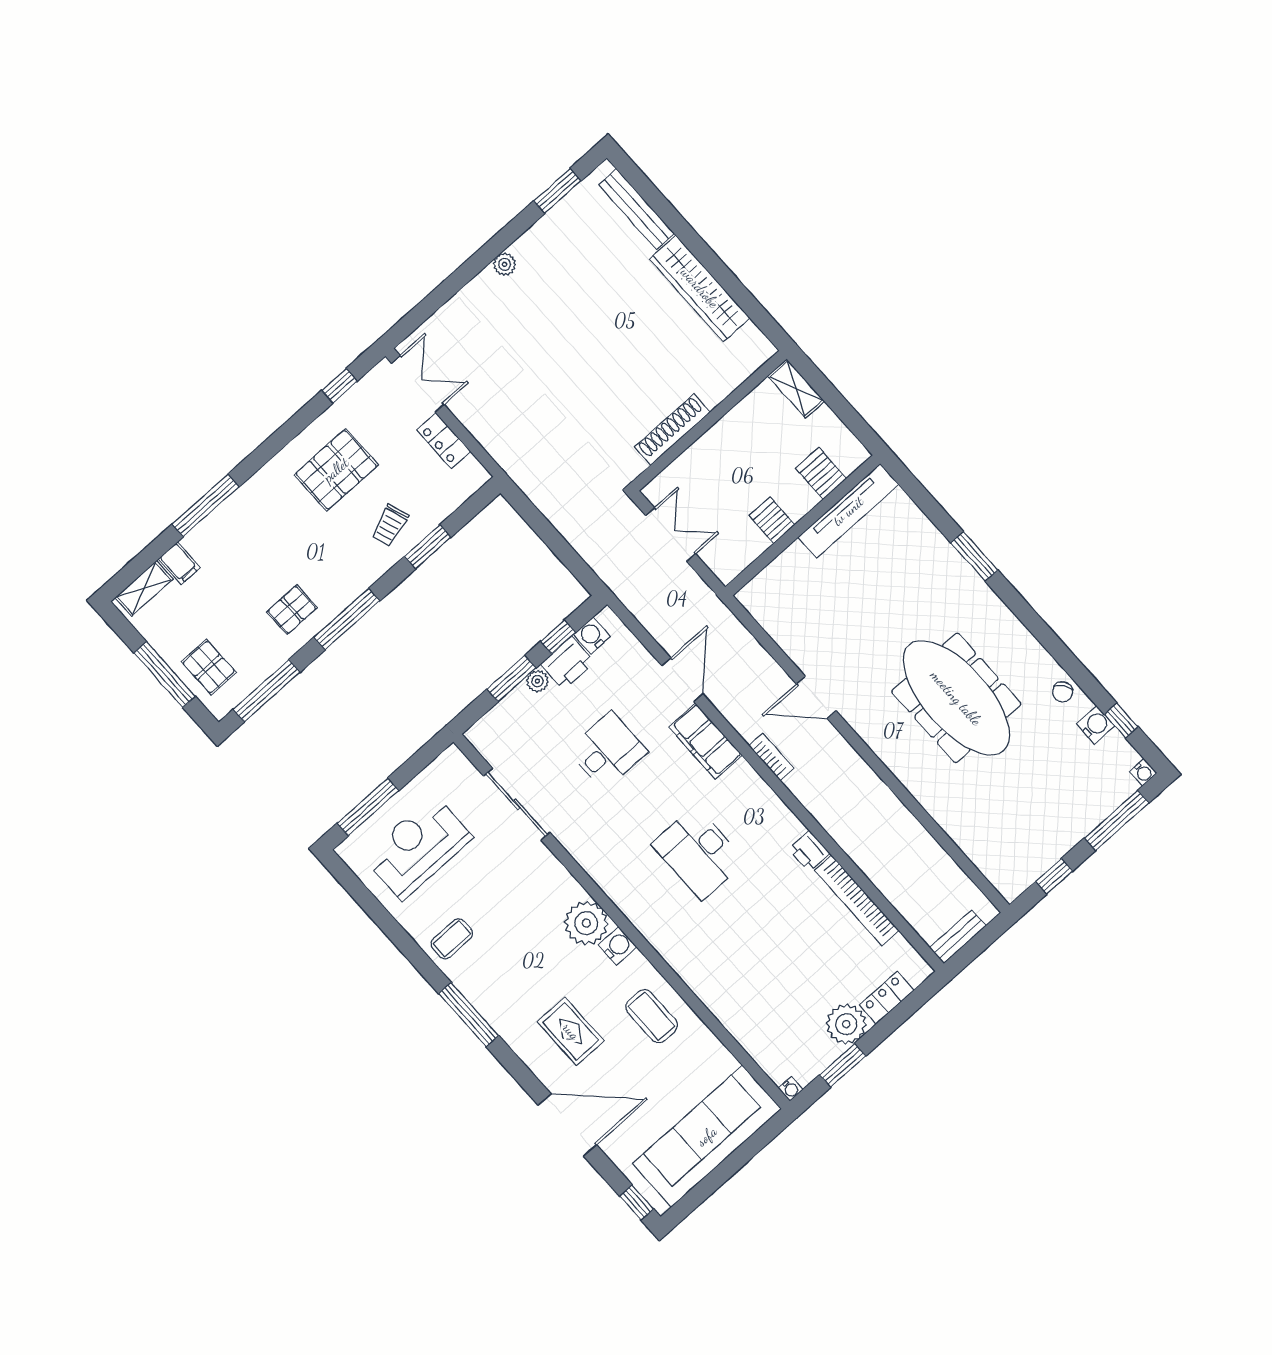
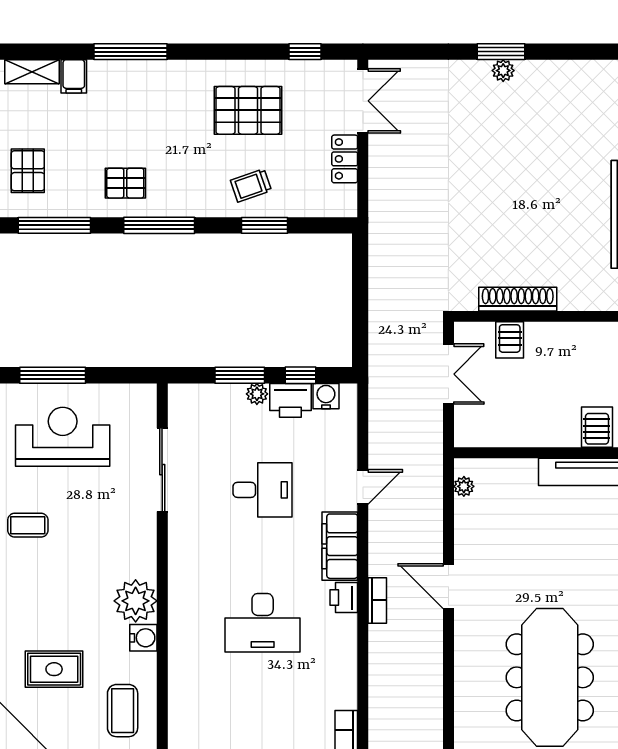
window: (557, 191) -> (501, 52), moved
server rack: (772, 520) -> (510, 340), moved, turned 180
plant: (760, 610) -> (464, 486), added
door: (682, 680) -> (363, 487), width x0.73
printer: (809, 851) -> (344, 598), moved
desk: (699, 853) -> (263, 623), turned -90
rug: (571, 1031) -> (54, 669), turned 90

